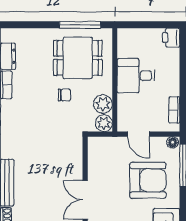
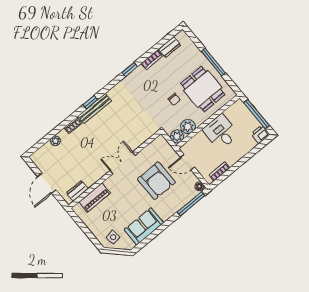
window: (80, 25) -> (213, 62), moved
window: (148, 25) -> (257, 114), added
door: (139, 134) -> (188, 162), hinge flipped
armchair: (148, 180) -> (156, 181), moved

